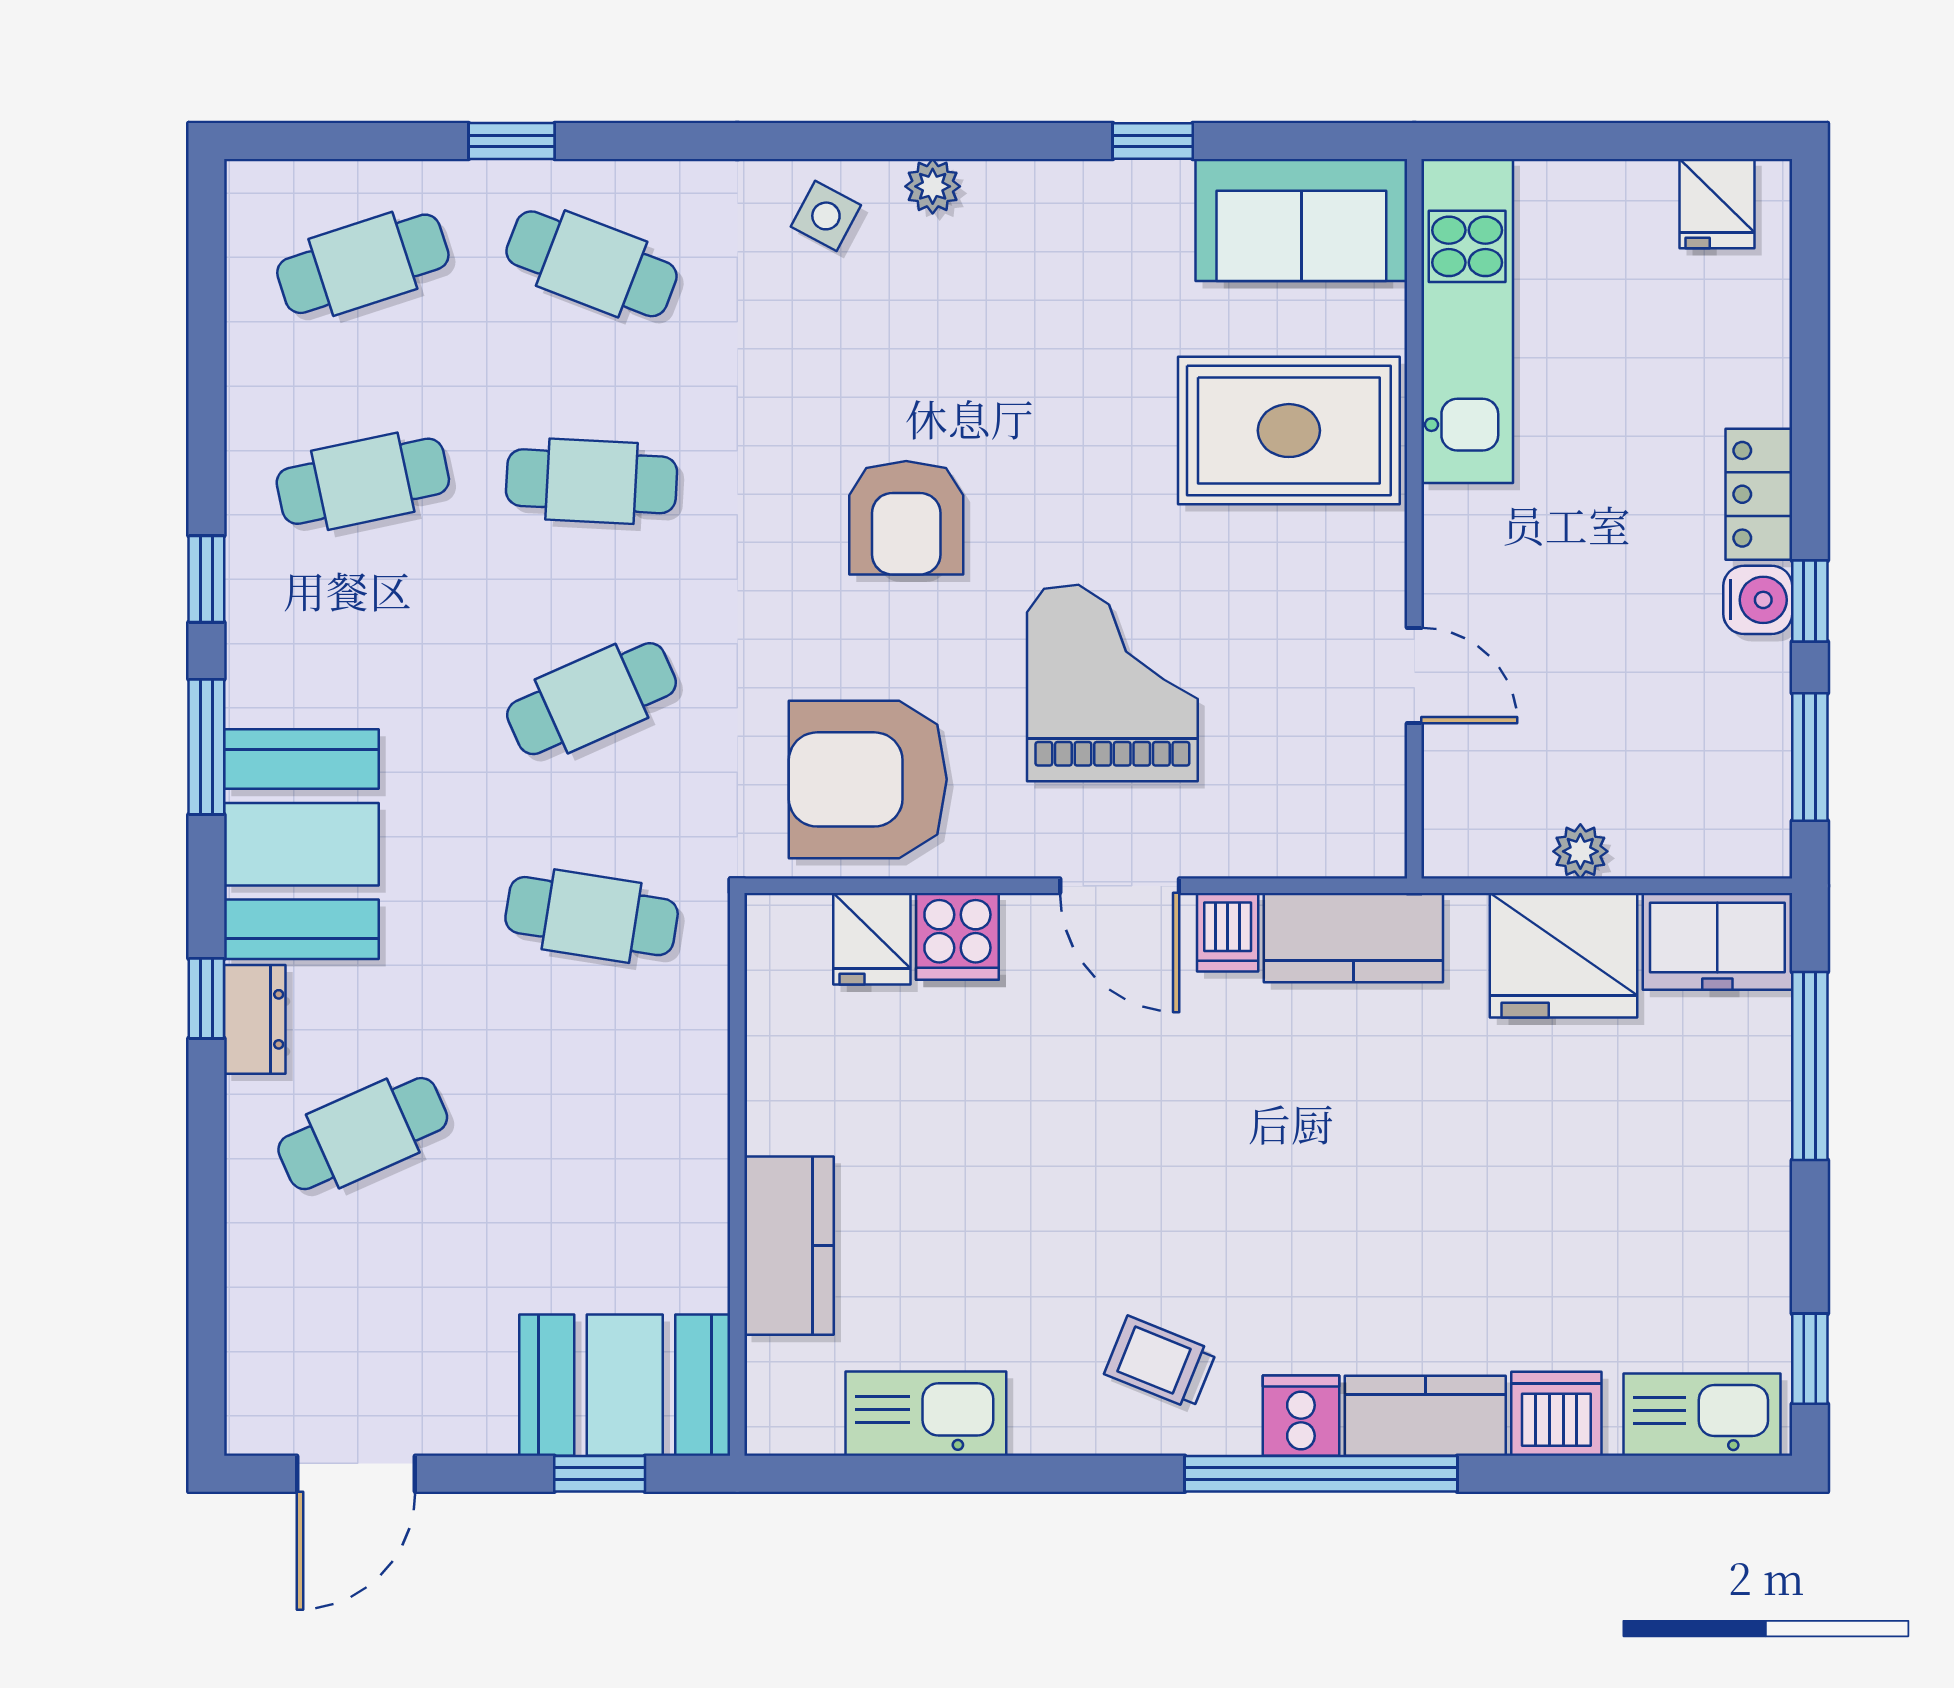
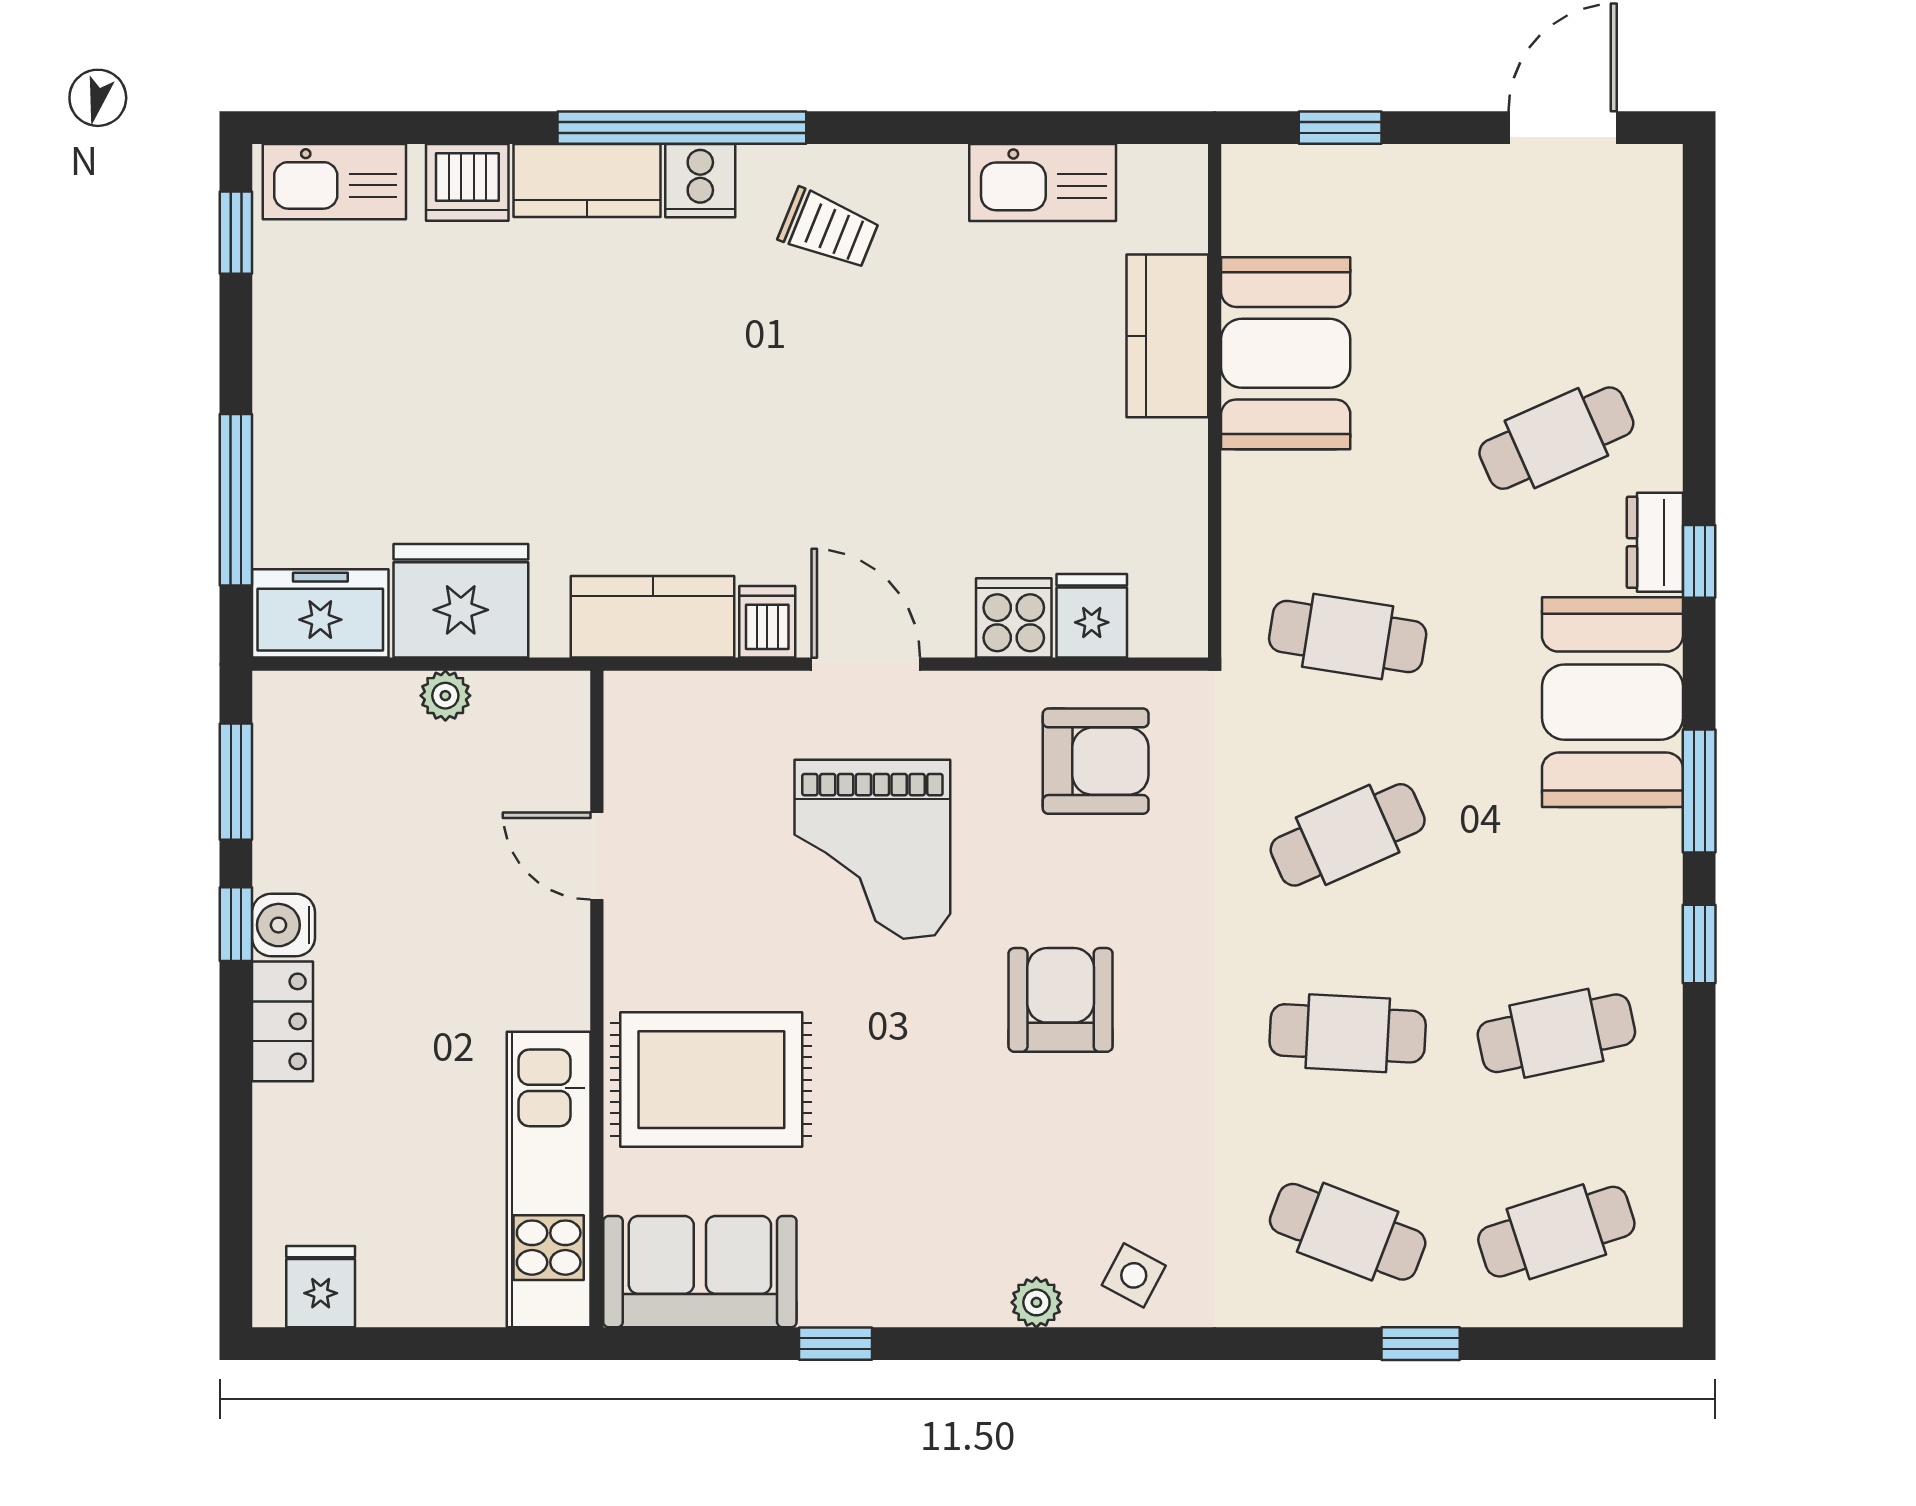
armchair: (868, 779) -> (1096, 761), width x0.73, depth x0.73
booth: (625, 1385) -> (1286, 353), moved, turned 90

